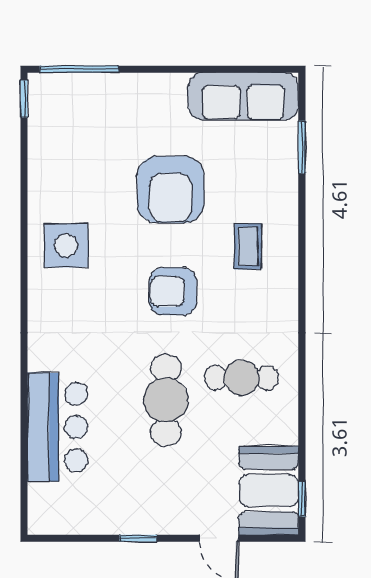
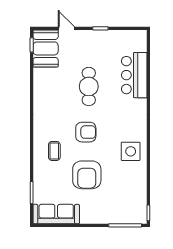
armchair: (171, 190) -> (87, 175), turned 180
cafe table: (241, 378) -> (57, 96), removed

